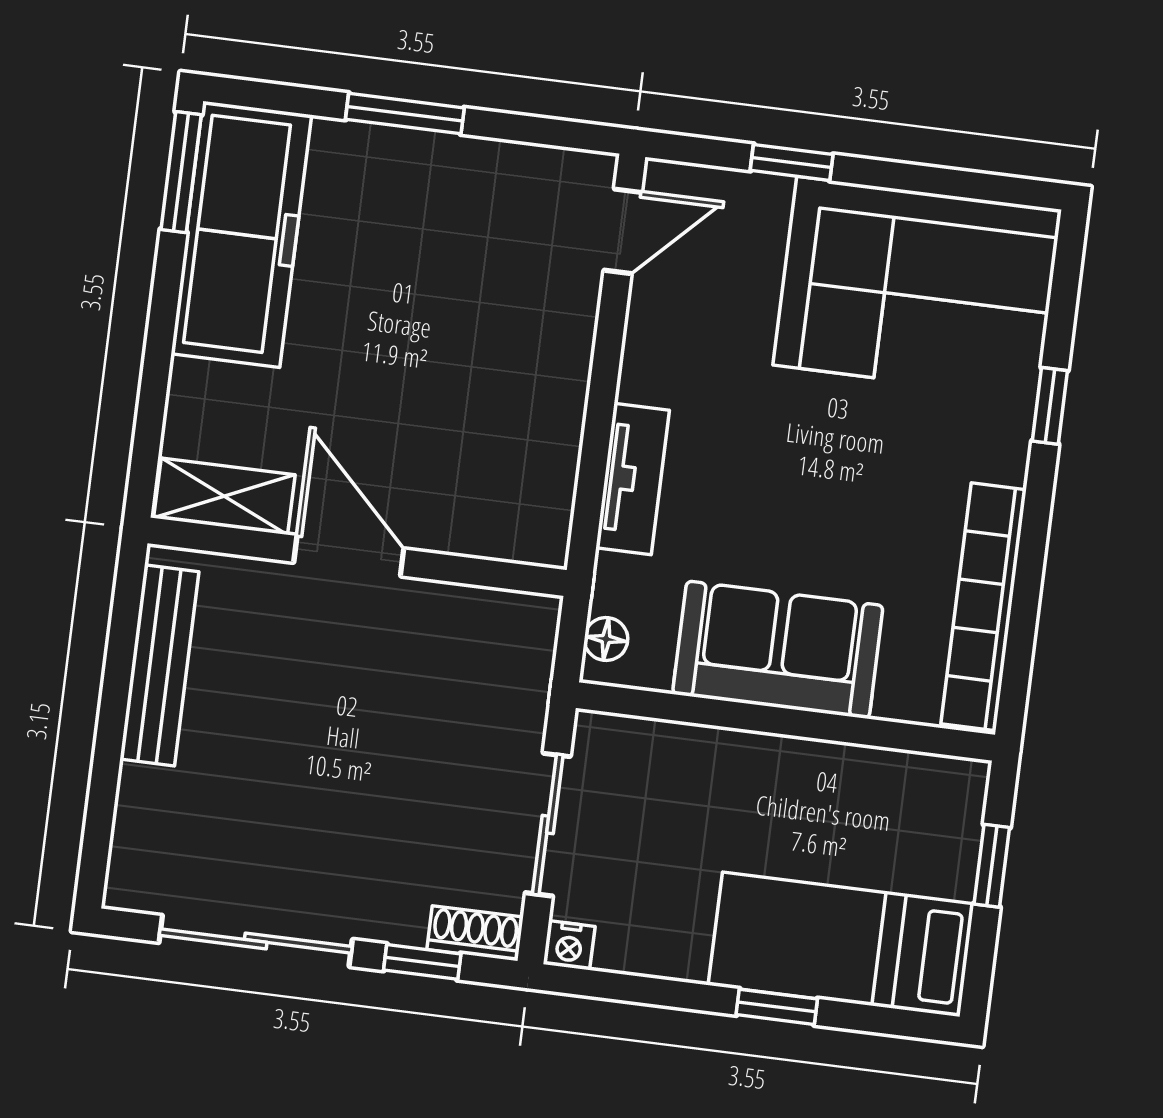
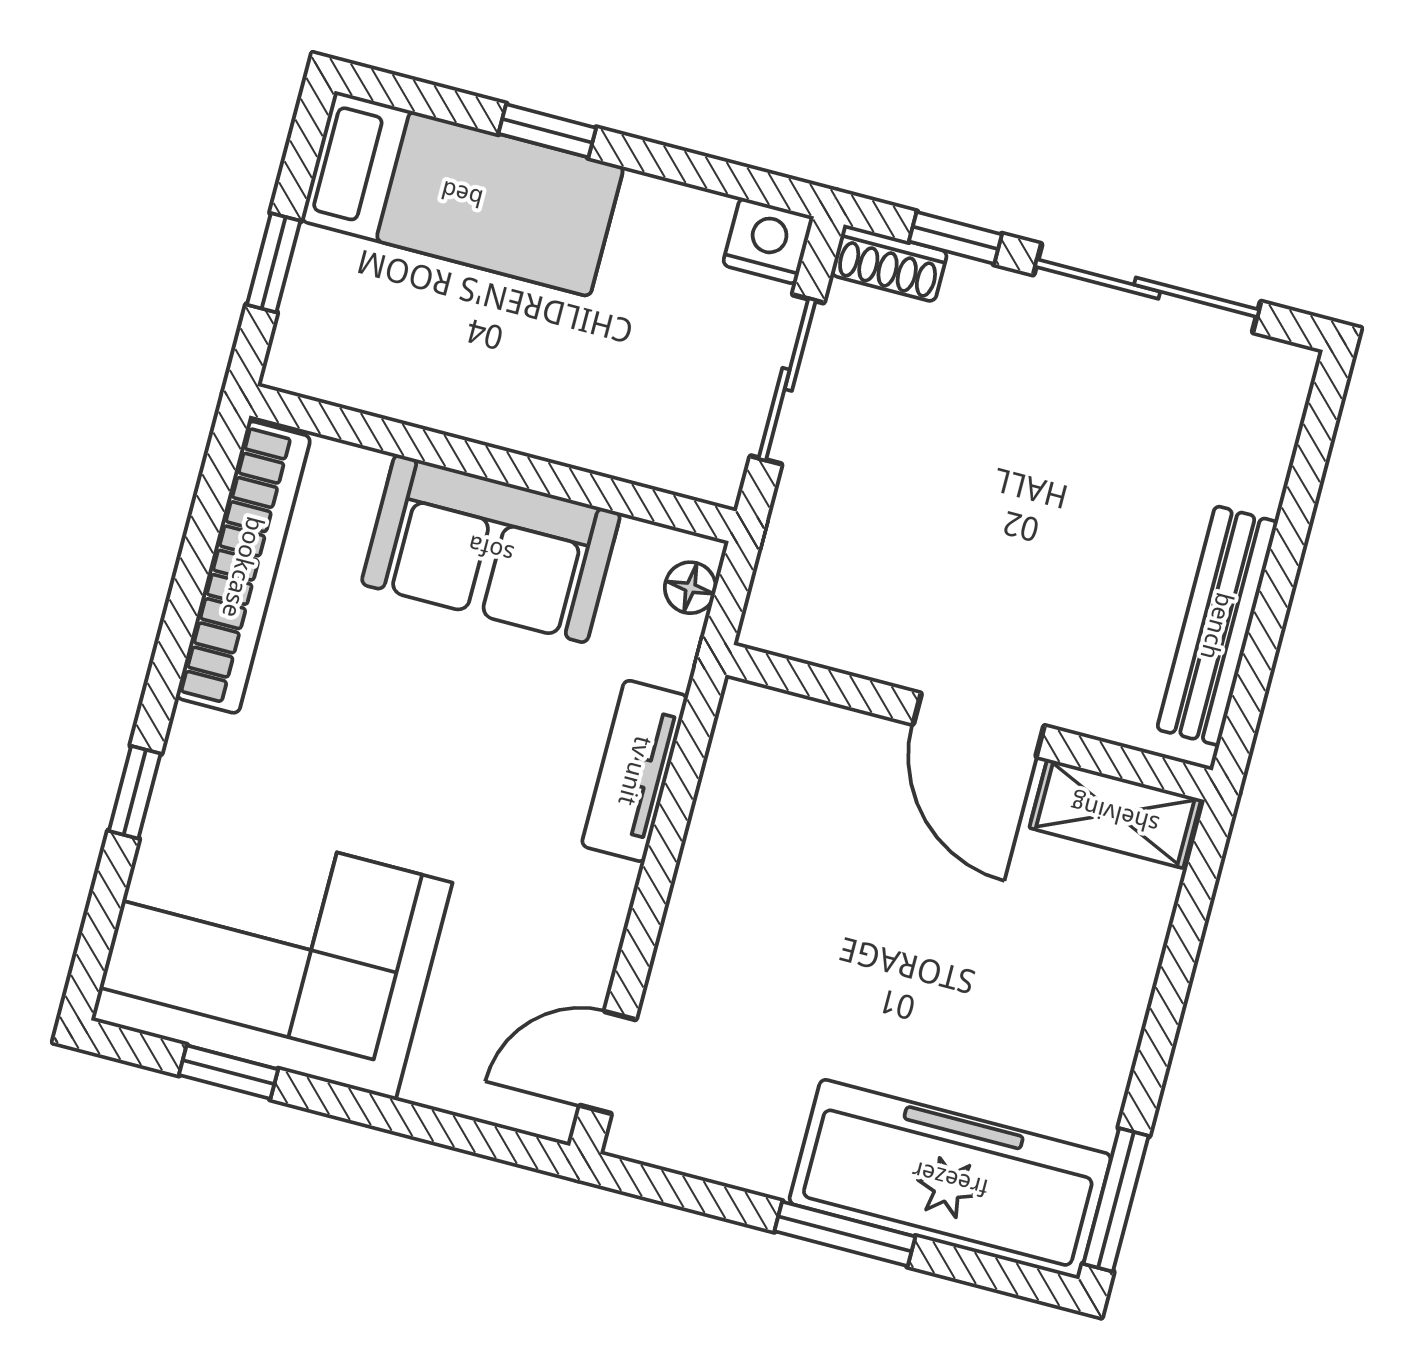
window: (792, 162) -> (229, 1072), moved
freezer: (241, 234) -> (950, 1179), moved, turned 90
nightstand: (569, 945) -> (768, 241), width x1.39, depth x1.35

